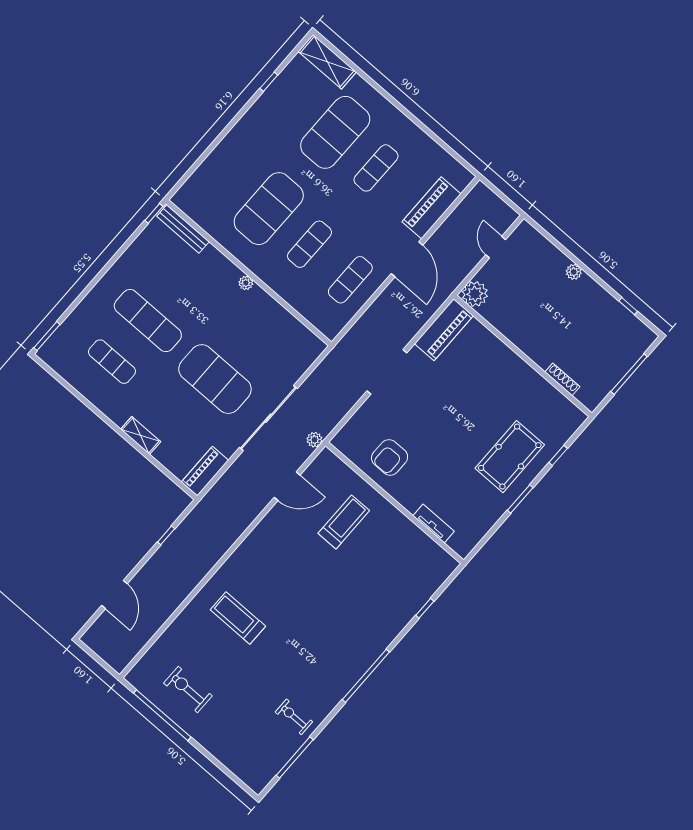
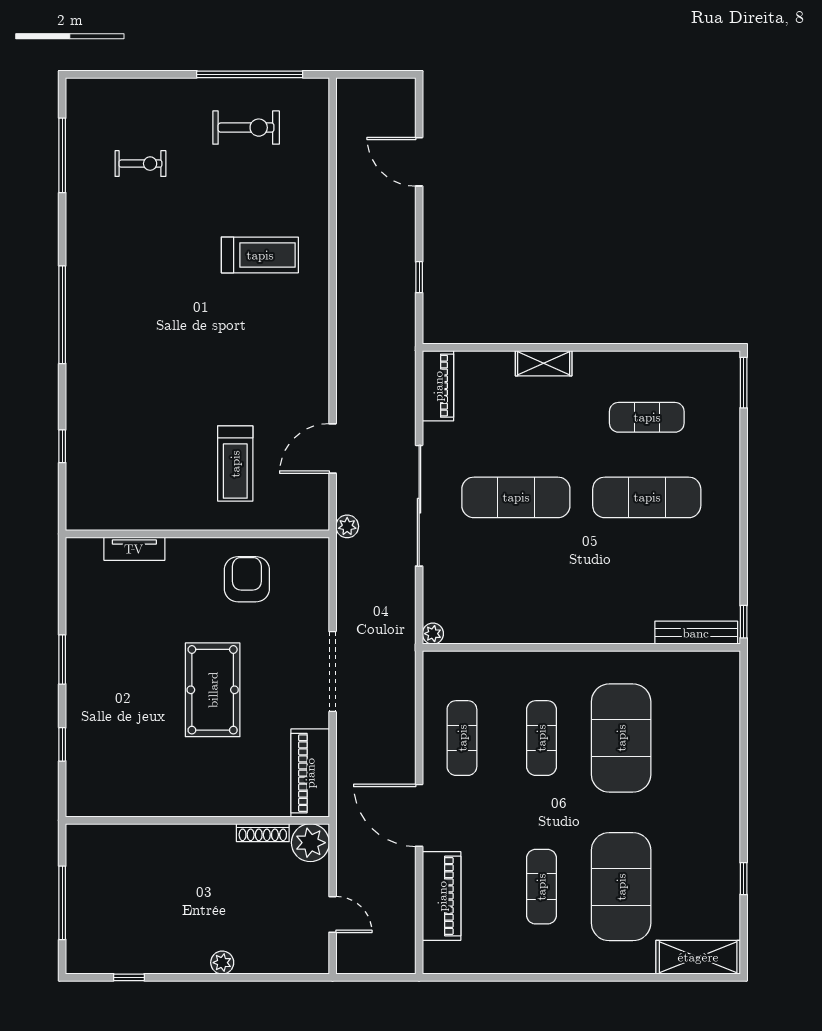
plant: (246, 283) -> (433, 634), moved
exercise mat: (215, 379) -> (516, 497), width x0.68
shoe rack: (562, 379) -> (263, 833), moved
pool table: (510, 457) -> (213, 690), moved
exercise bike: (294, 717) -> (140, 164), moved

